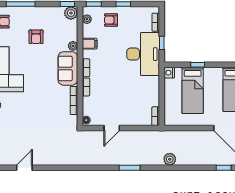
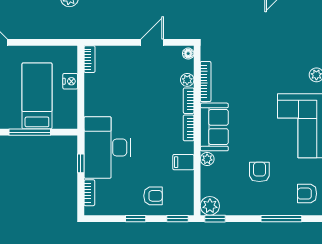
plant: (87, 19) -> (187, 80), moved
window: (198, 65) -> (30, 132), width x2.17
nightstand: (169, 73) -> (70, 81), moved

